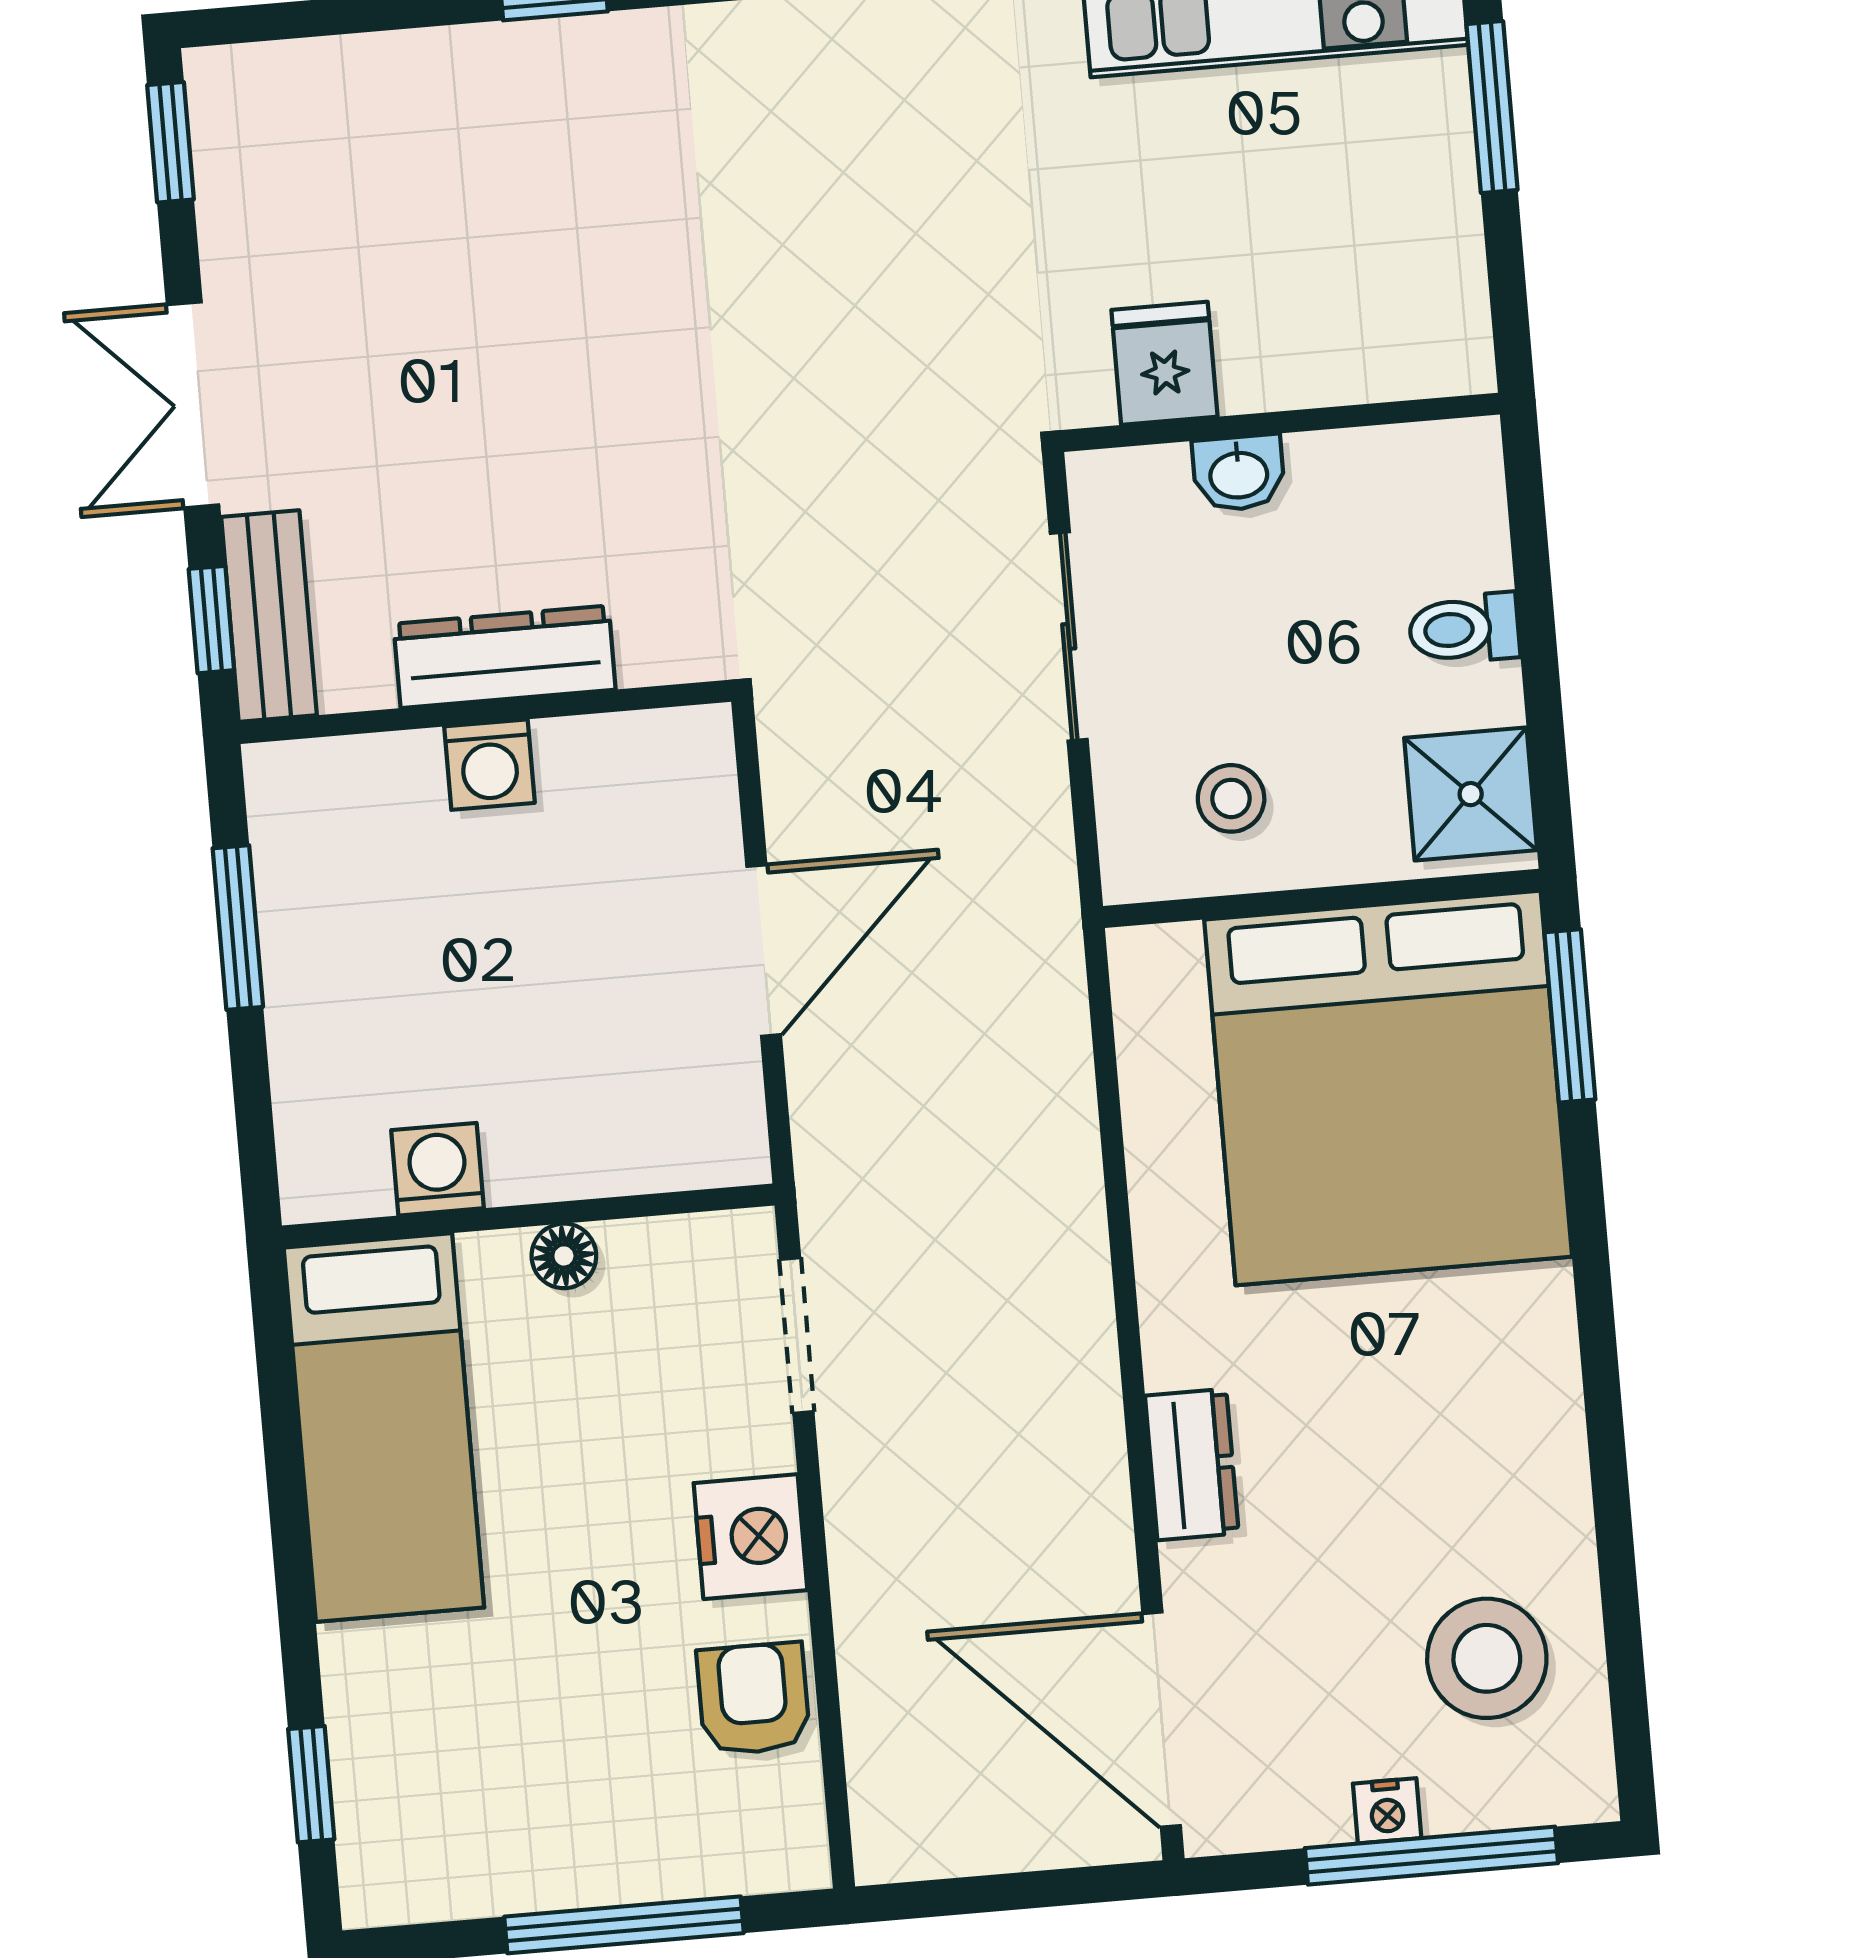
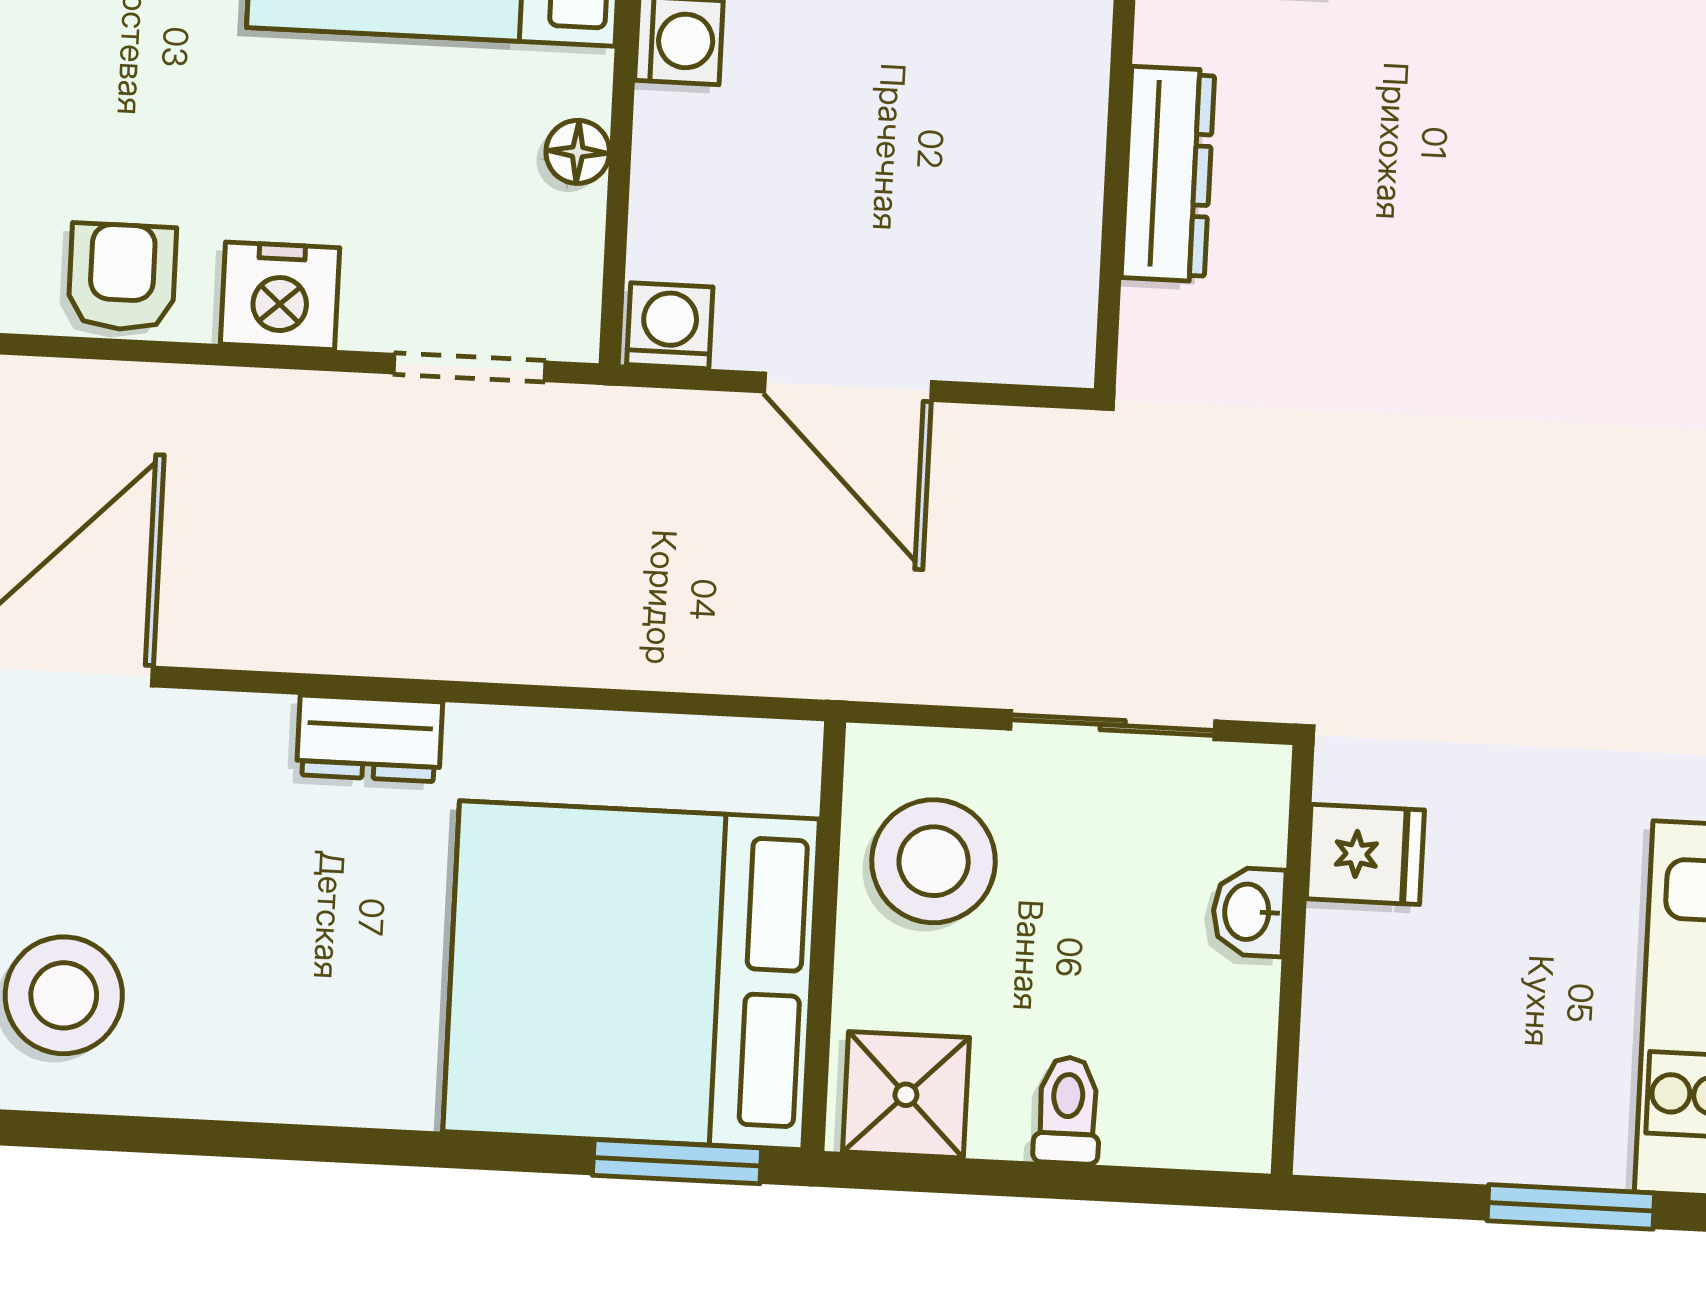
washing machine: (489, 765) -> (670, 326), moved, turned 90
stool: (1231, 798) -> (934, 861), width x1.89, depth x1.89
dresser: (1192, 1464) -> (370, 738), moved
armchair: (753, 1699) -> (122, 277), turned -90

